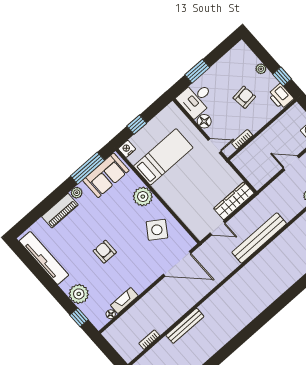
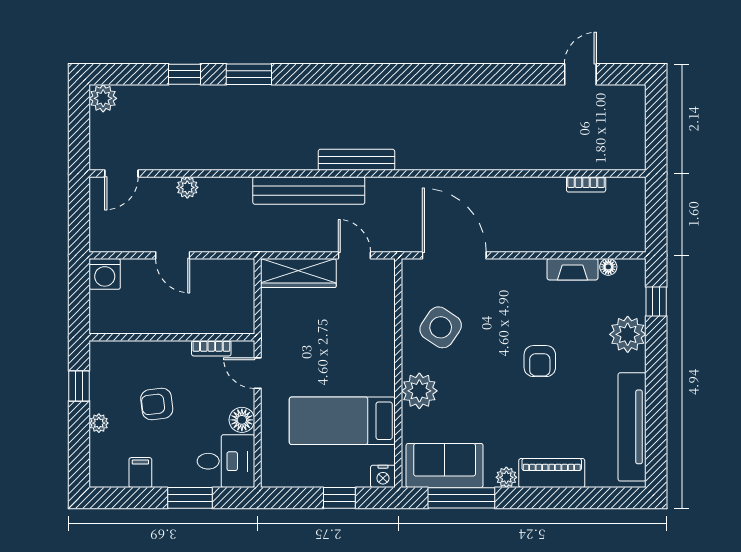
filing cabinet: (226, 64) -> (140, 473), added
printer: (281, 96) -> (105, 360), removed
bench: (185, 326) -> (356, 160), moved

